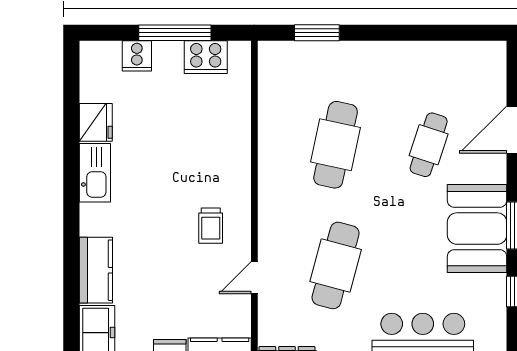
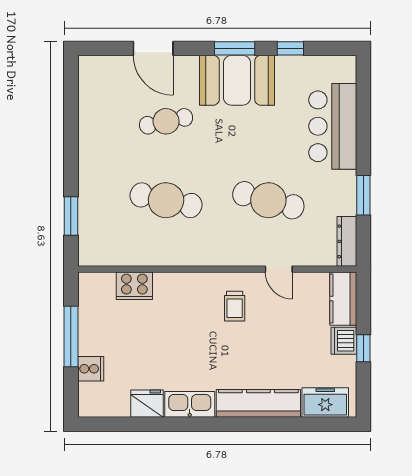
cooker: (206, 57) -> (134, 286), moved, turned 90
cafe table: (429, 145) -> (166, 121), turned -30
trolley: (211, 226) -> (235, 306), turned 90
kitchen counter: (96, 270) -> (258, 403), width x1.50

